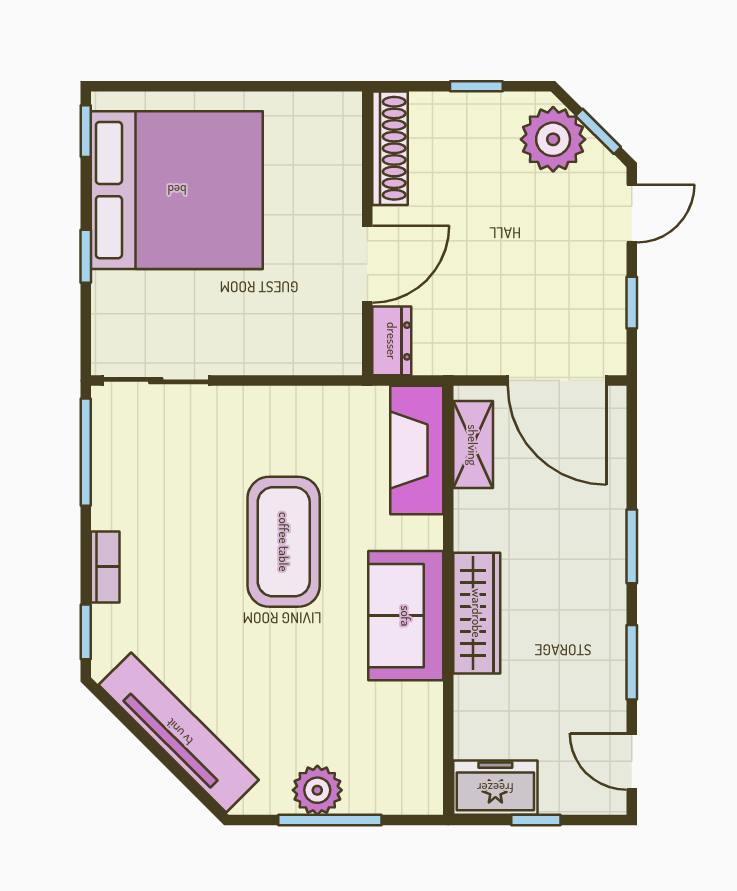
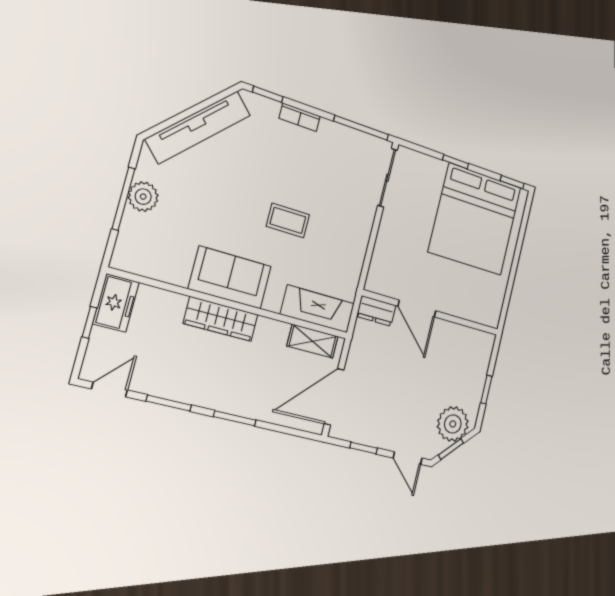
shoe rack: (390, 148) -> (468, 336), removed
coffee table: (284, 542) -> (288, 220), width x0.54, depth x0.58

